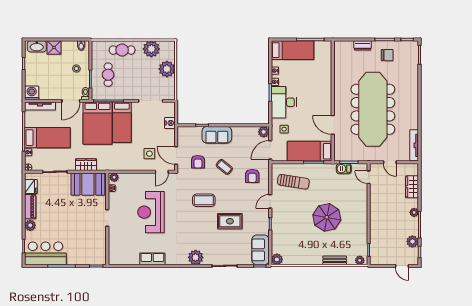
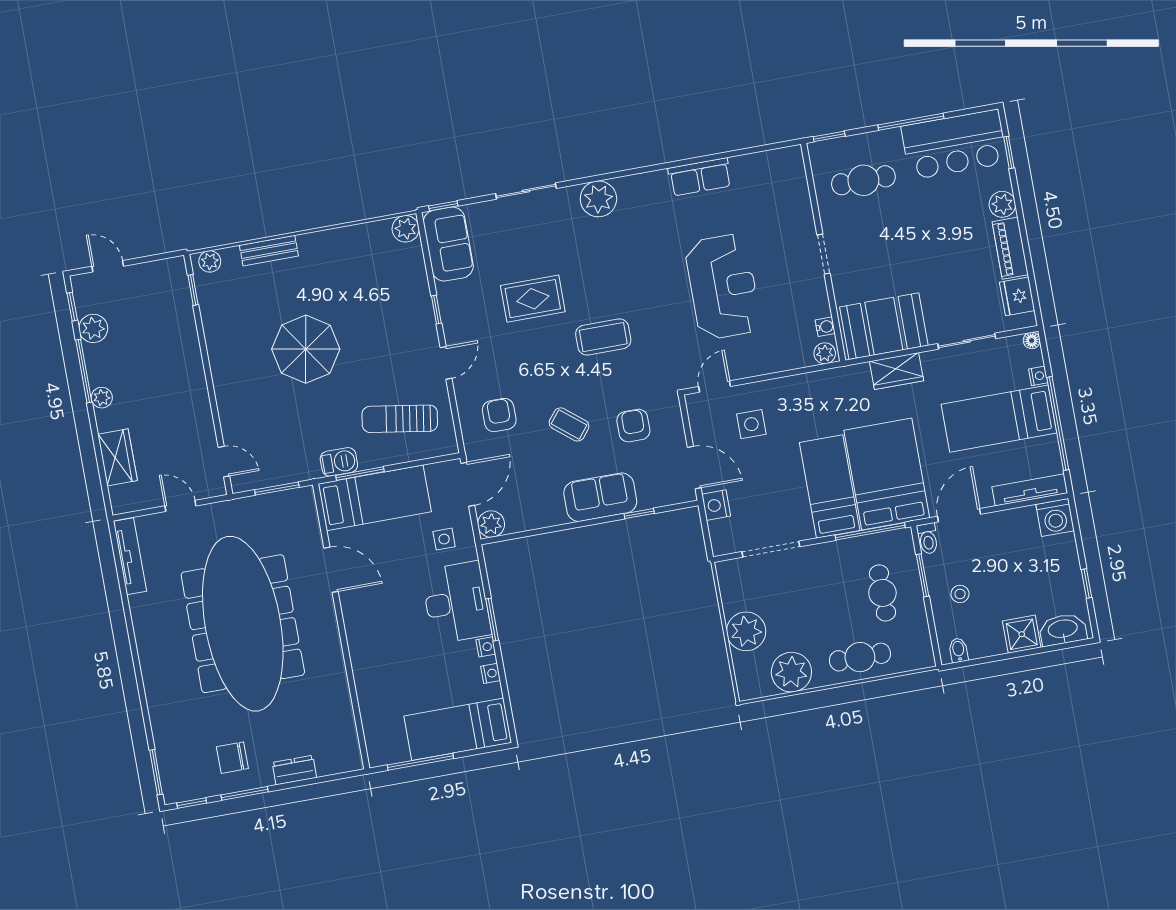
door: (176, 156) -> (694, 467), moved
barbecue: (344, 169) -> (339, 462), moved
cafe table: (85, 245) -> (863, 180), added

